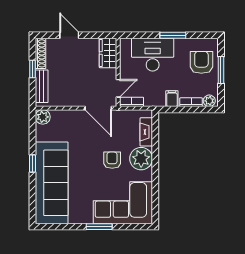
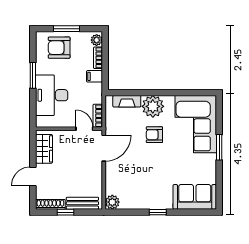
wardrobe: (108, 53) -> (44, 149), moved, turned -90
sofa: (52, 183) -> (195, 197), width x0.54, depth x0.79

